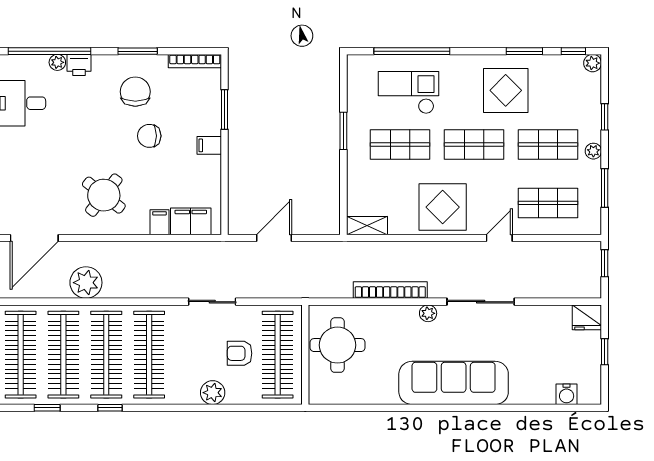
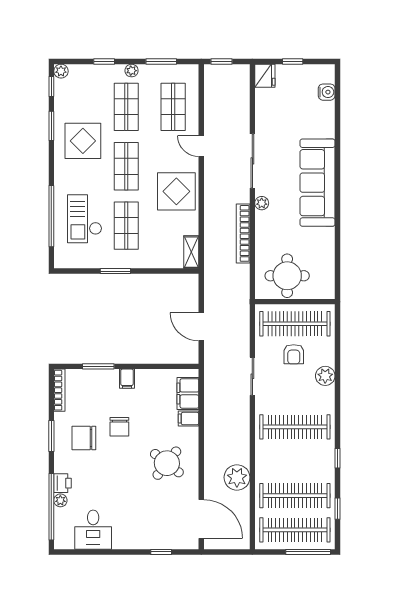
clothes rail: (106, 355) -> (295, 461), removed

